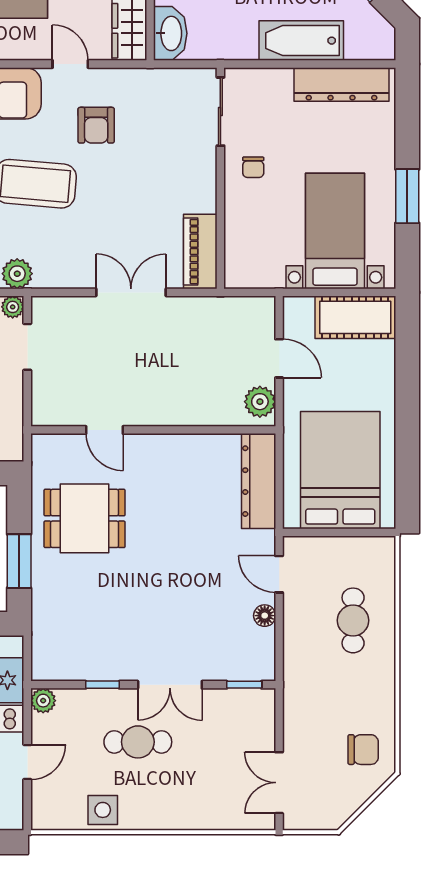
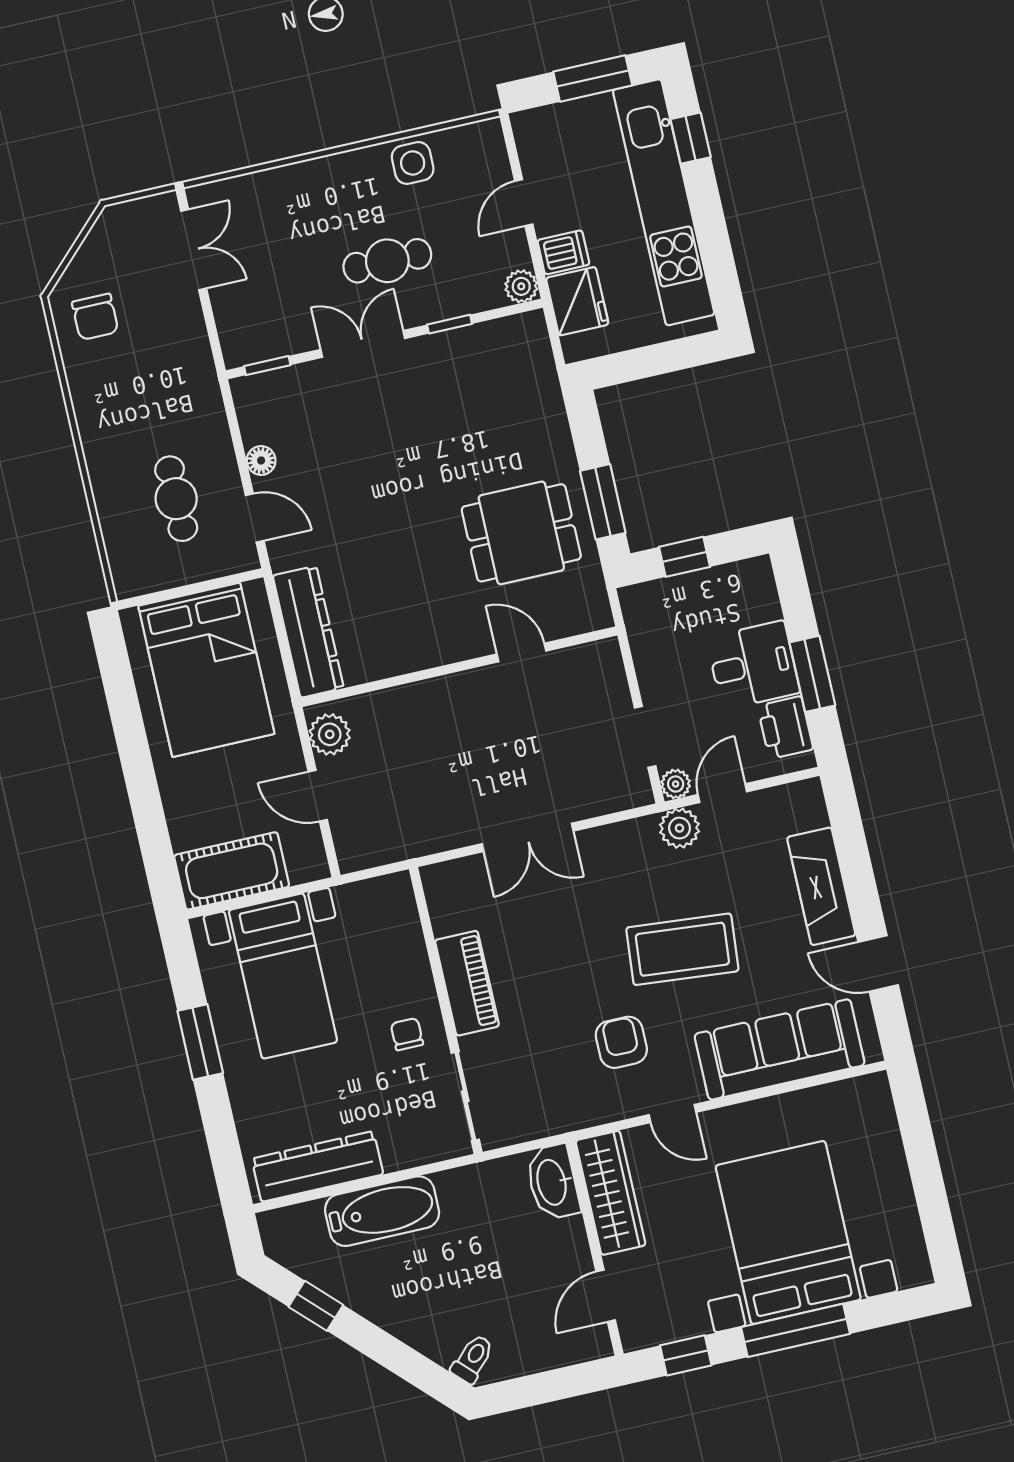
piano: (200, 252) -> (467, 983), moved
window: (19, 561) -> (603, 502), moved
cafe table: (353, 620) -> (176, 499), moved
chair: (363, 750) -> (95, 317), turned -90

